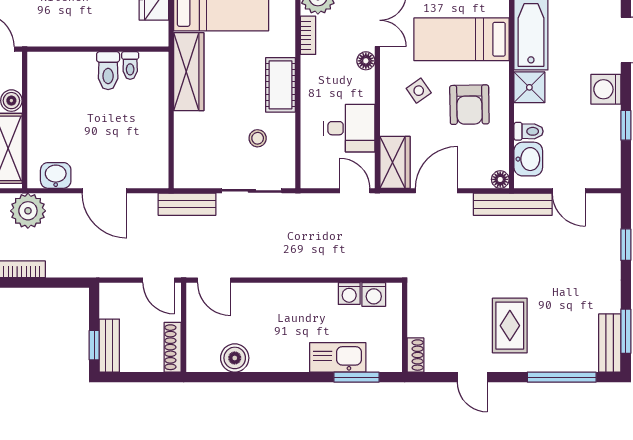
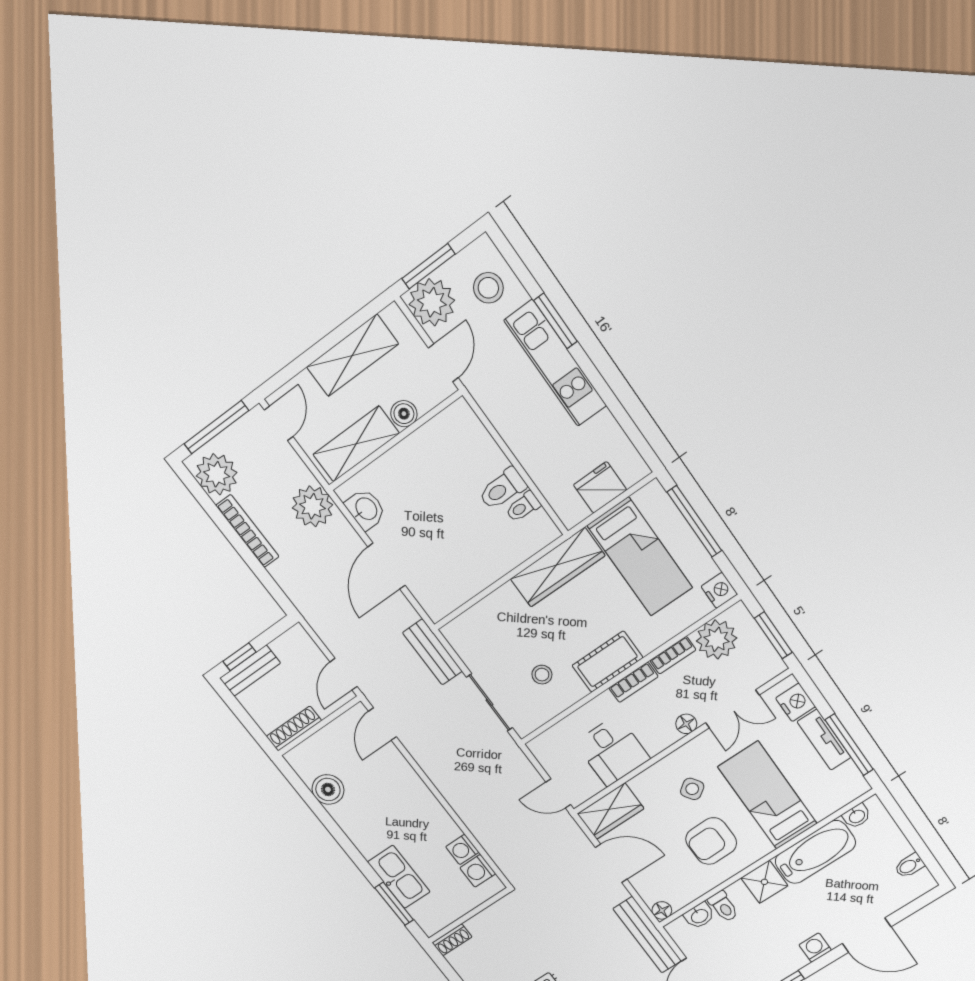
bookcase: (309, 77) -> (633, 682), added
washing machine: (606, 89) -> (815, 948), width x0.73, depth x0.73
washbasin: (528, 159) -> (699, 916), width x0.72, depth x0.69
door: (355, 191) -> (558, 793), swing flipped

